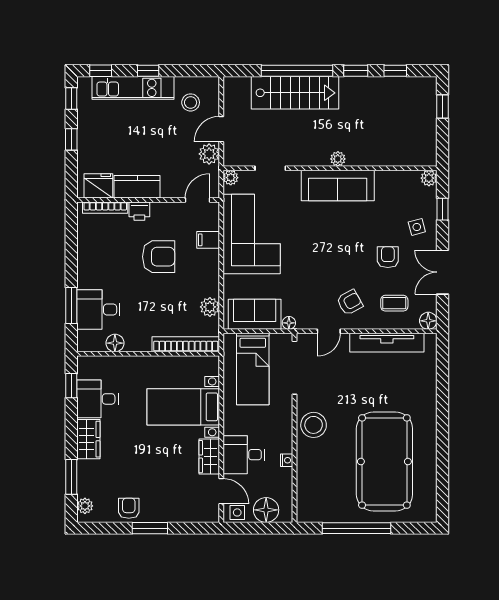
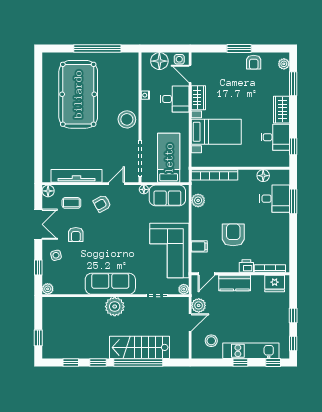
plant: (338, 159) -> (115, 307), width x1.88, depth x1.88
kitchen counter: (137, 187) -> (235, 283), moved
armchair: (159, 257) -> (233, 235), turned 90

